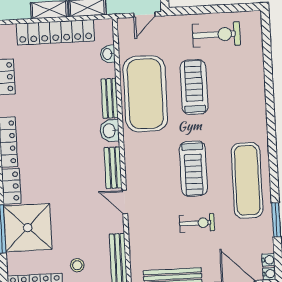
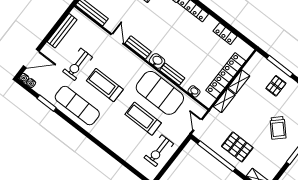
treadmill: (194, 87) -> (143, 119), turned 180
door: (125, 202) -> (117, 39), hinge flipped
exercise bike: (197, 223) -> (78, 64), width x1.38, depth x1.39

